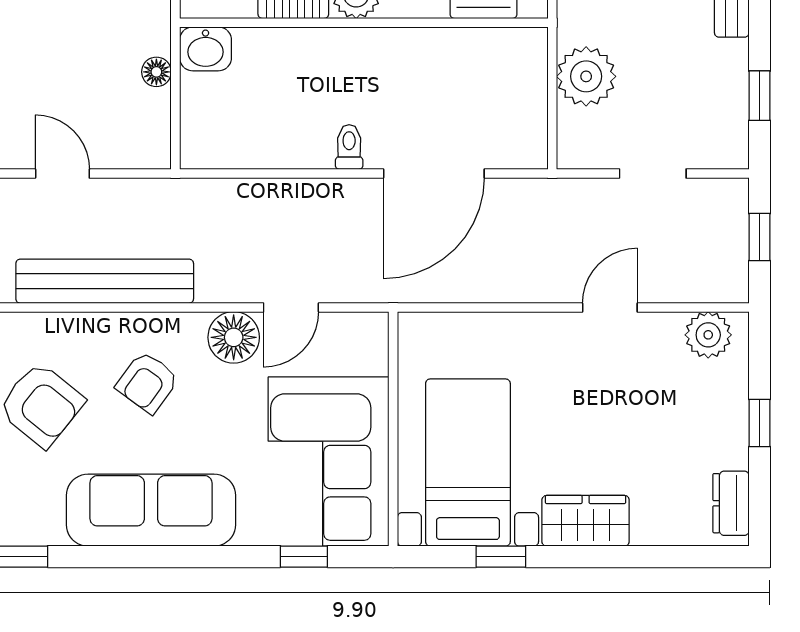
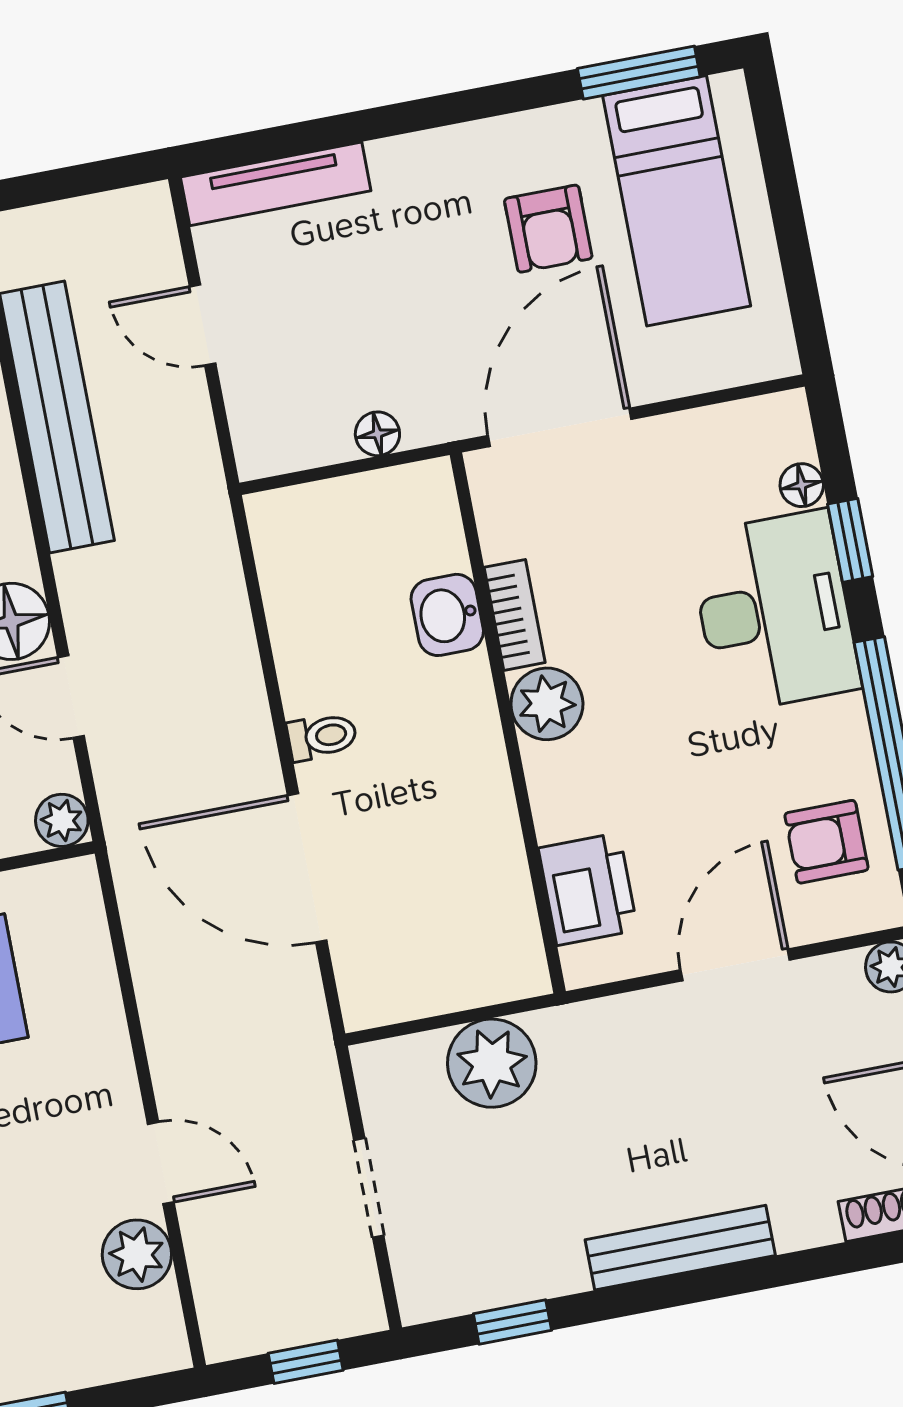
washbasin: (206, 49) -> (447, 615), moved
door: (62, 173) -> (203, 325), swing flipped
plant: (371, 329) -> (62, 820), added
plant: (708, 335) -> (137, 1254), moved

